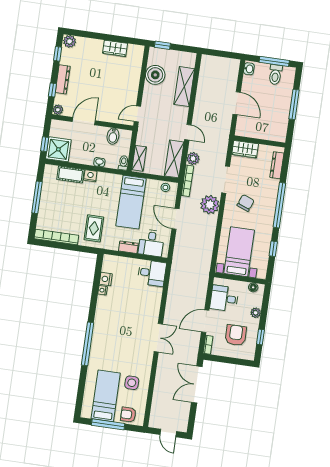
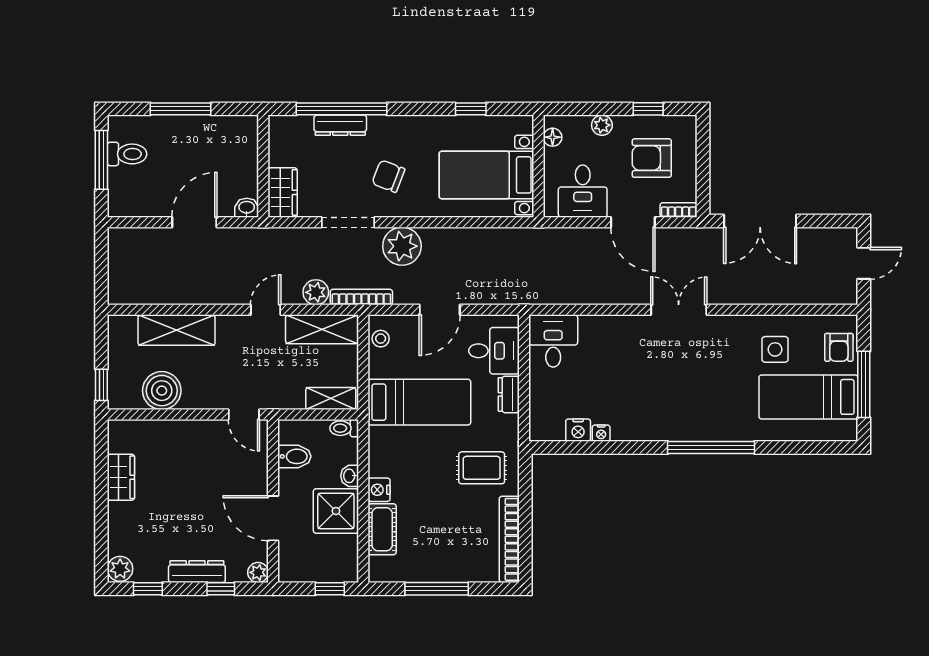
washbasin: (249, 69) -> (247, 208), moved
shower: (58, 149) -> (336, 511), moved
dresser: (277, 165) -> (340, 125), moved
window: (279, 205) -> (342, 109), moved

